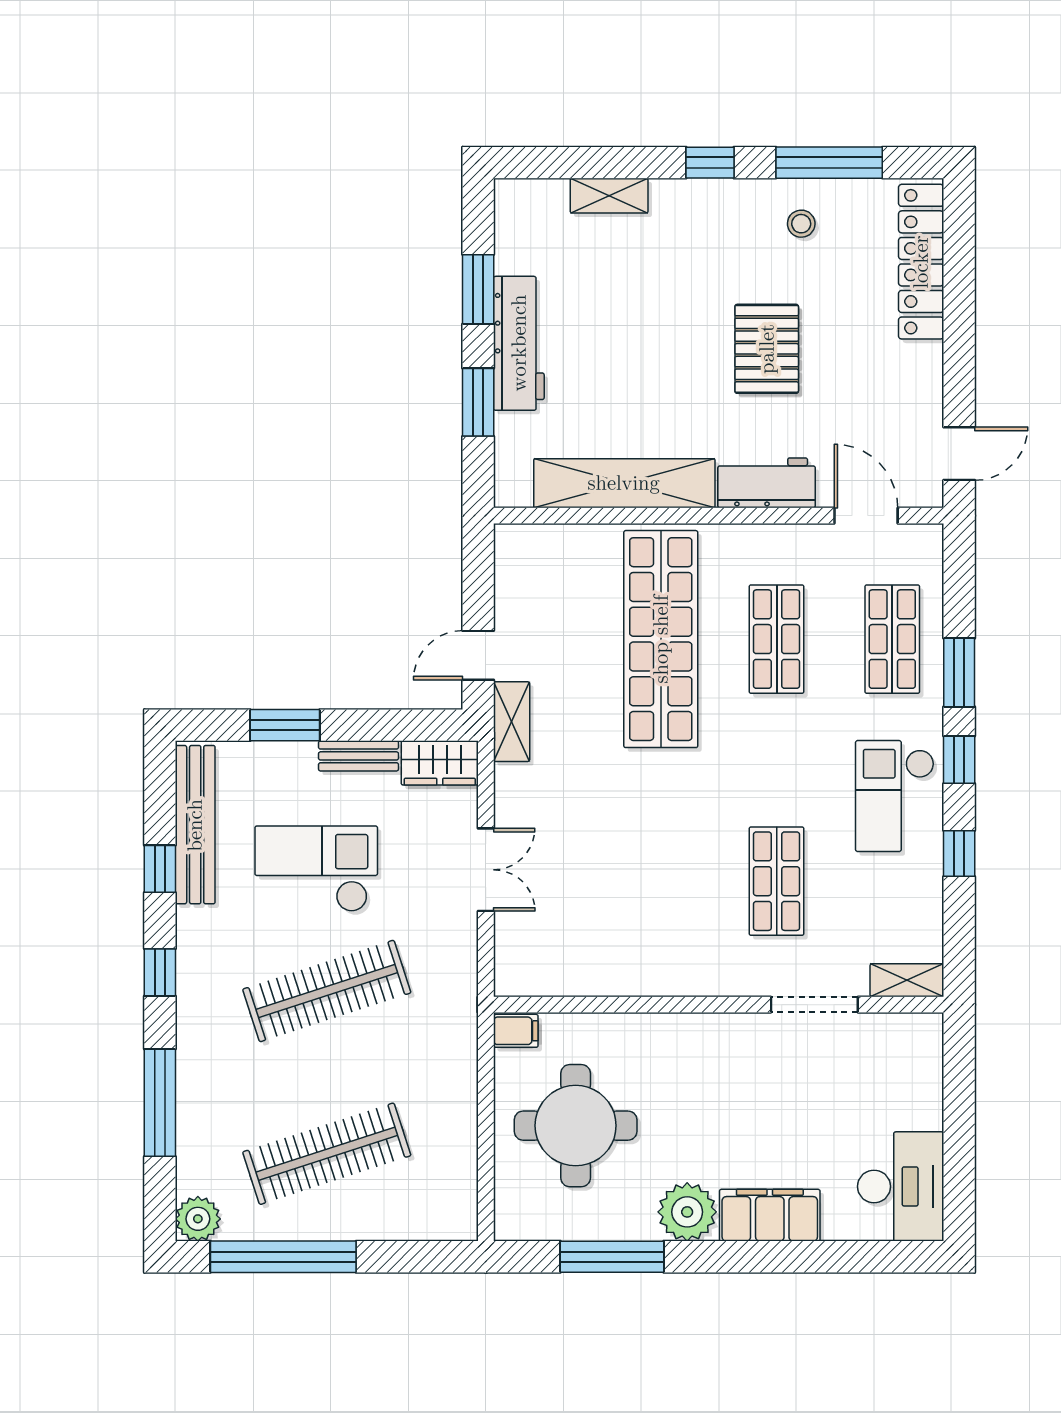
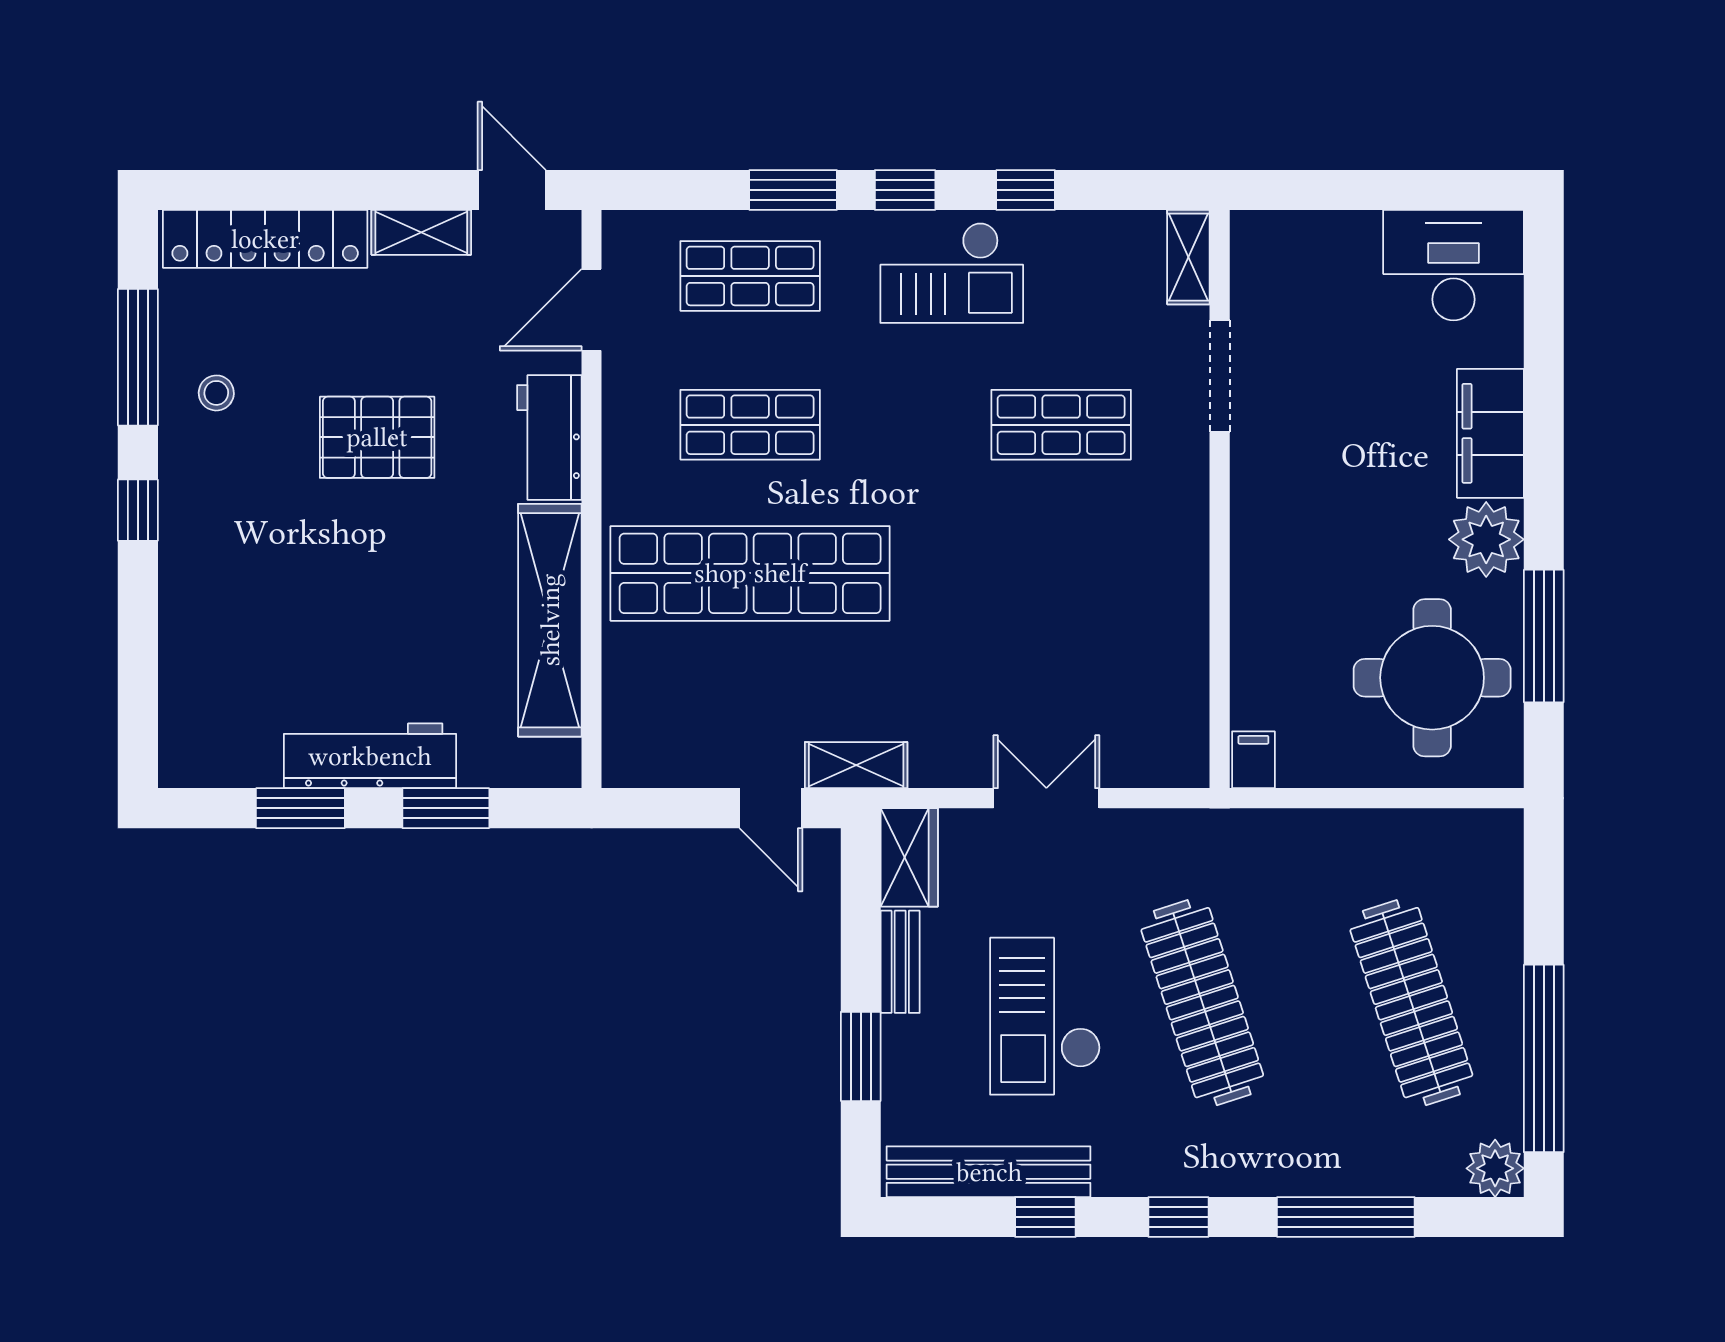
shelving: (609, 196) -> (421, 232), moved, turned 90
round table: (576, 1126) -> (1432, 678), moved

